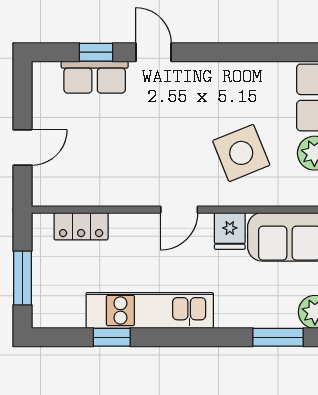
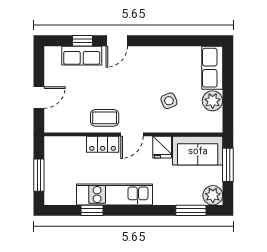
door: (153, 52) -> (117, 41), swing flipped
side table: (241, 153) -> (169, 101), width x0.54, depth x0.54
coffee table: (133, 182) -> (105, 118), added
locker: (81, 226) -> (103, 144), moved

